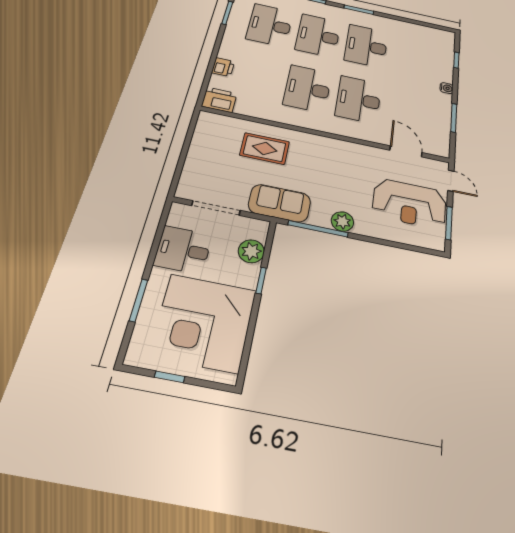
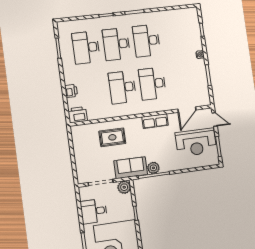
row of seats: (346, 150) -> (155, 121), added
door: (406, 151) -> (187, 110), swing flipped
plant: (342, 221) -> (153, 168), moved
plant: (251, 251) -> (124, 187), moved

